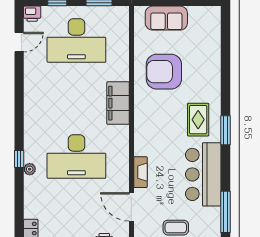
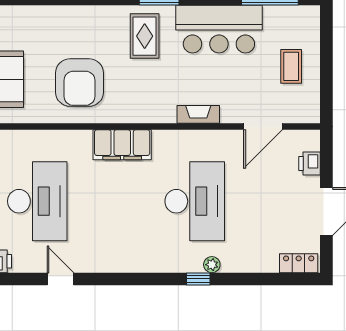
door: (19, 42) -> (60, 279), moved
rug: (198, 120) -> (145, 36), turned 90
fireplace: (140, 172) -> (198, 114), moved

